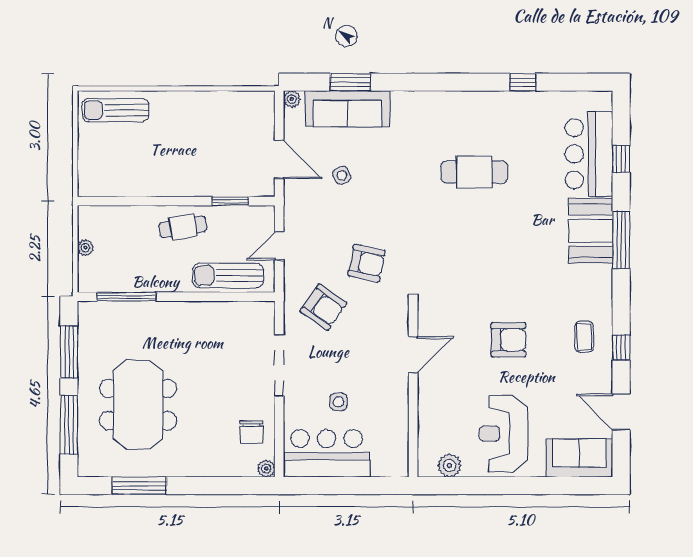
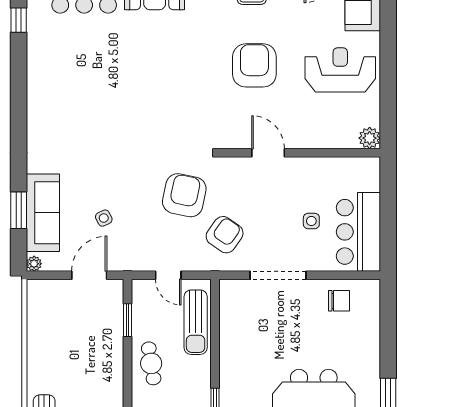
window: (523, 82) -> (19, 20), moved
cafe table: (474, 172) -> (101, 97), removed
armchair: (367, 263) -> (184, 195), width x1.36, depth x1.36
armchair: (508, 340) -> (254, 65), width x1.36, depth x1.36
reception desk: (503, 433) -> (340, 70), turned 180
plant: (449, 465) -> (370, 138), moved
plant: (266, 469) -> (372, 287), removed

